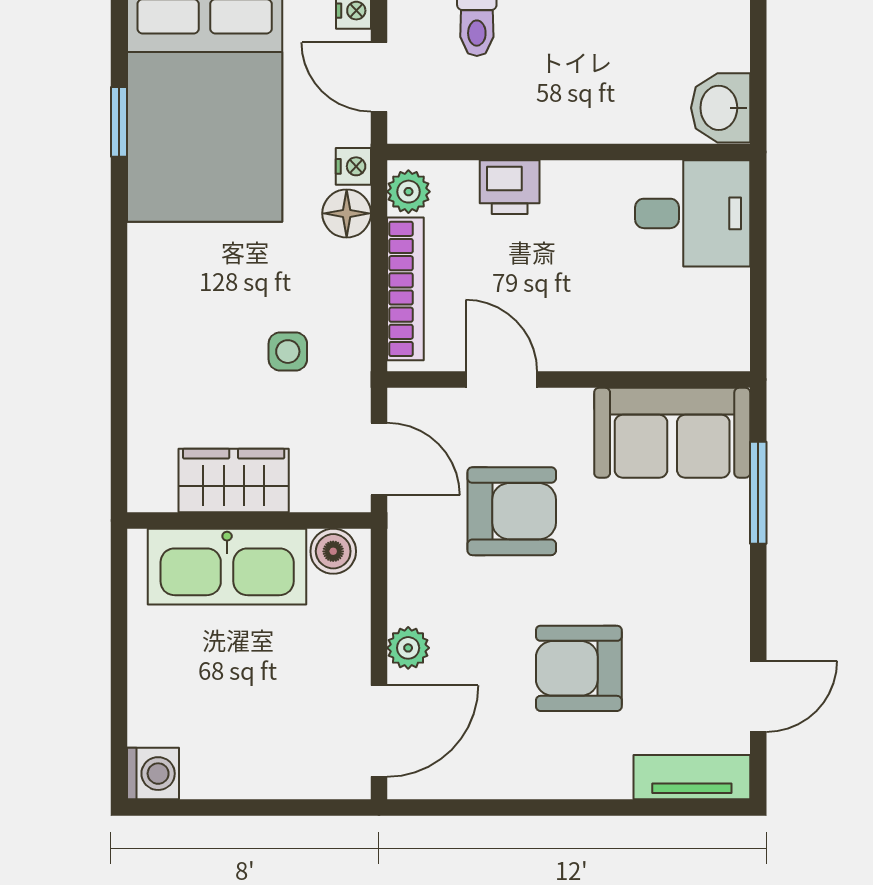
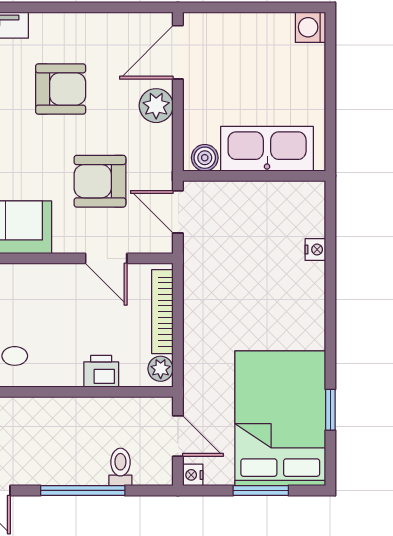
nightstand: (353, 166) -> (315, 250), moved, turned 180
floor lamp: (347, 213) -> (197, 356), removed
side table: (288, 352) -> (231, 275), removed
wardrobe: (234, 480) -> (263, 199), removed
plant: (408, 648) -> (156, 106), width x1.38, depth x1.38

